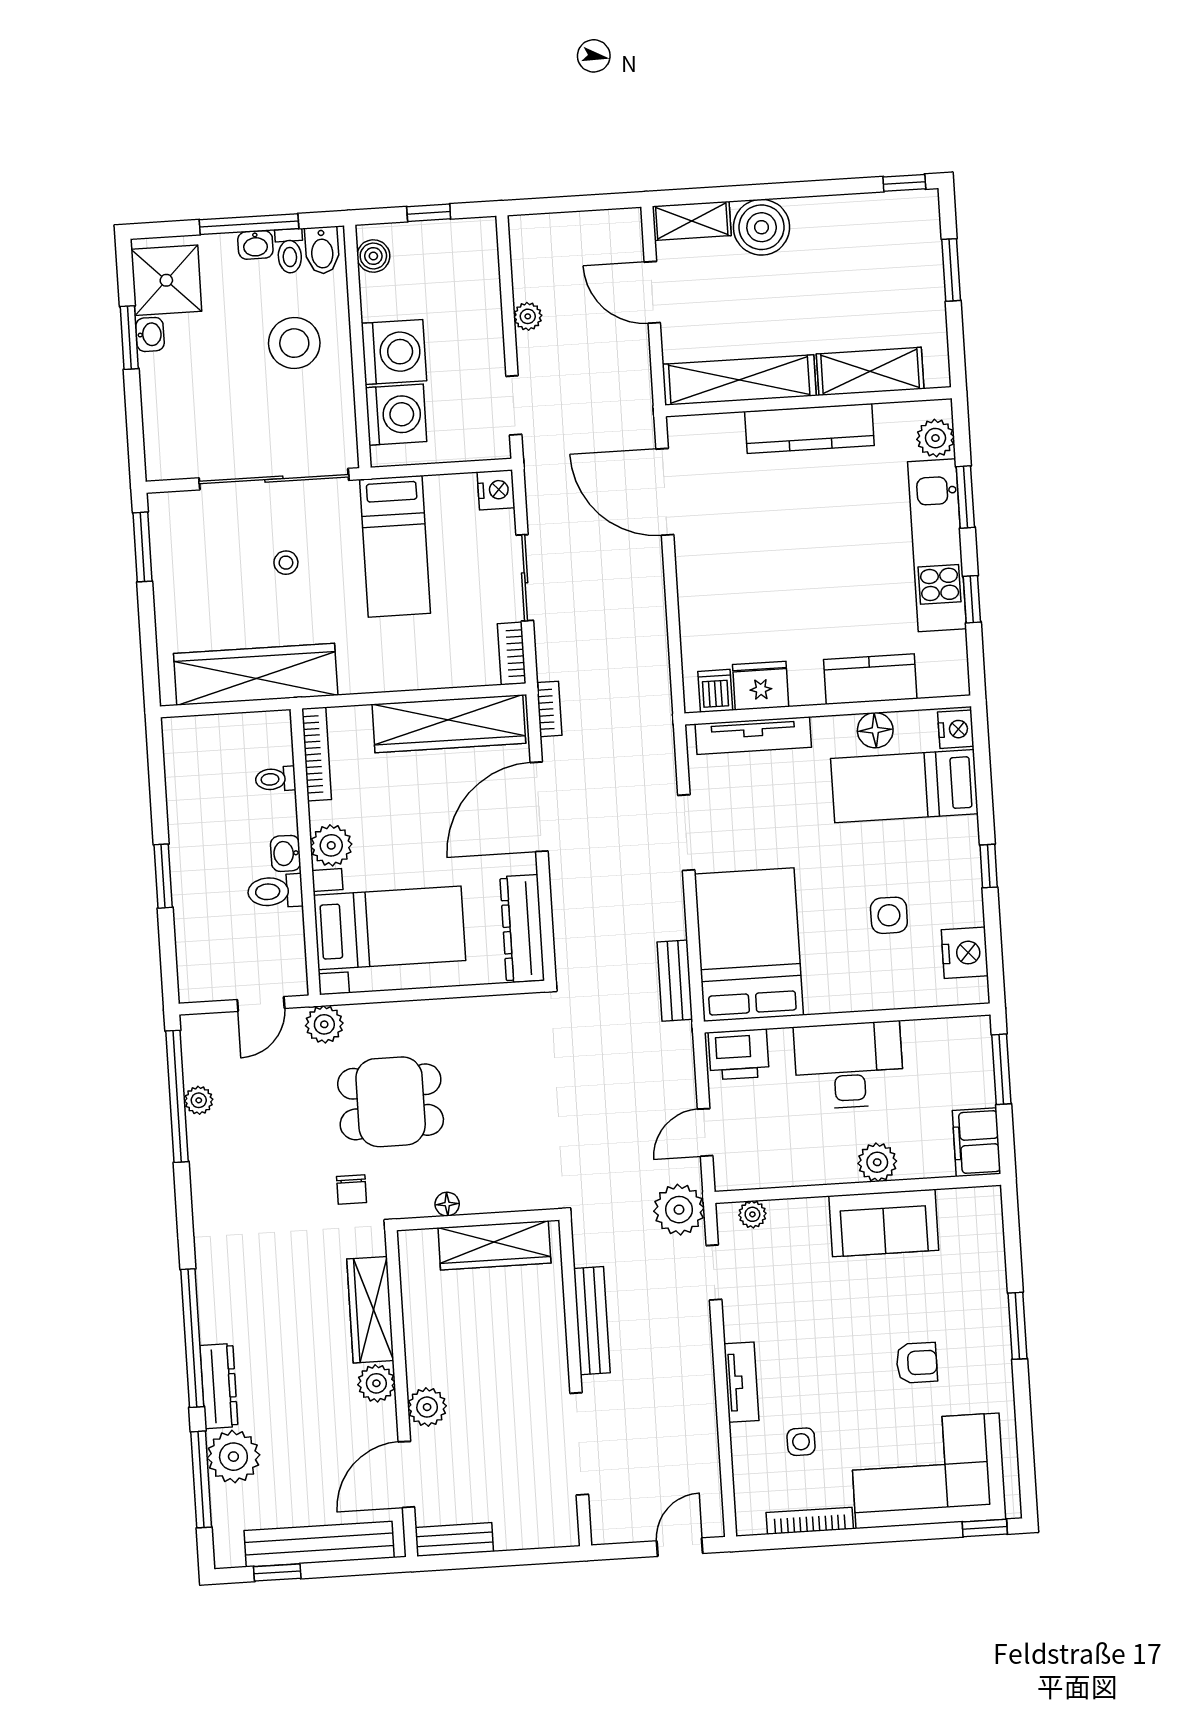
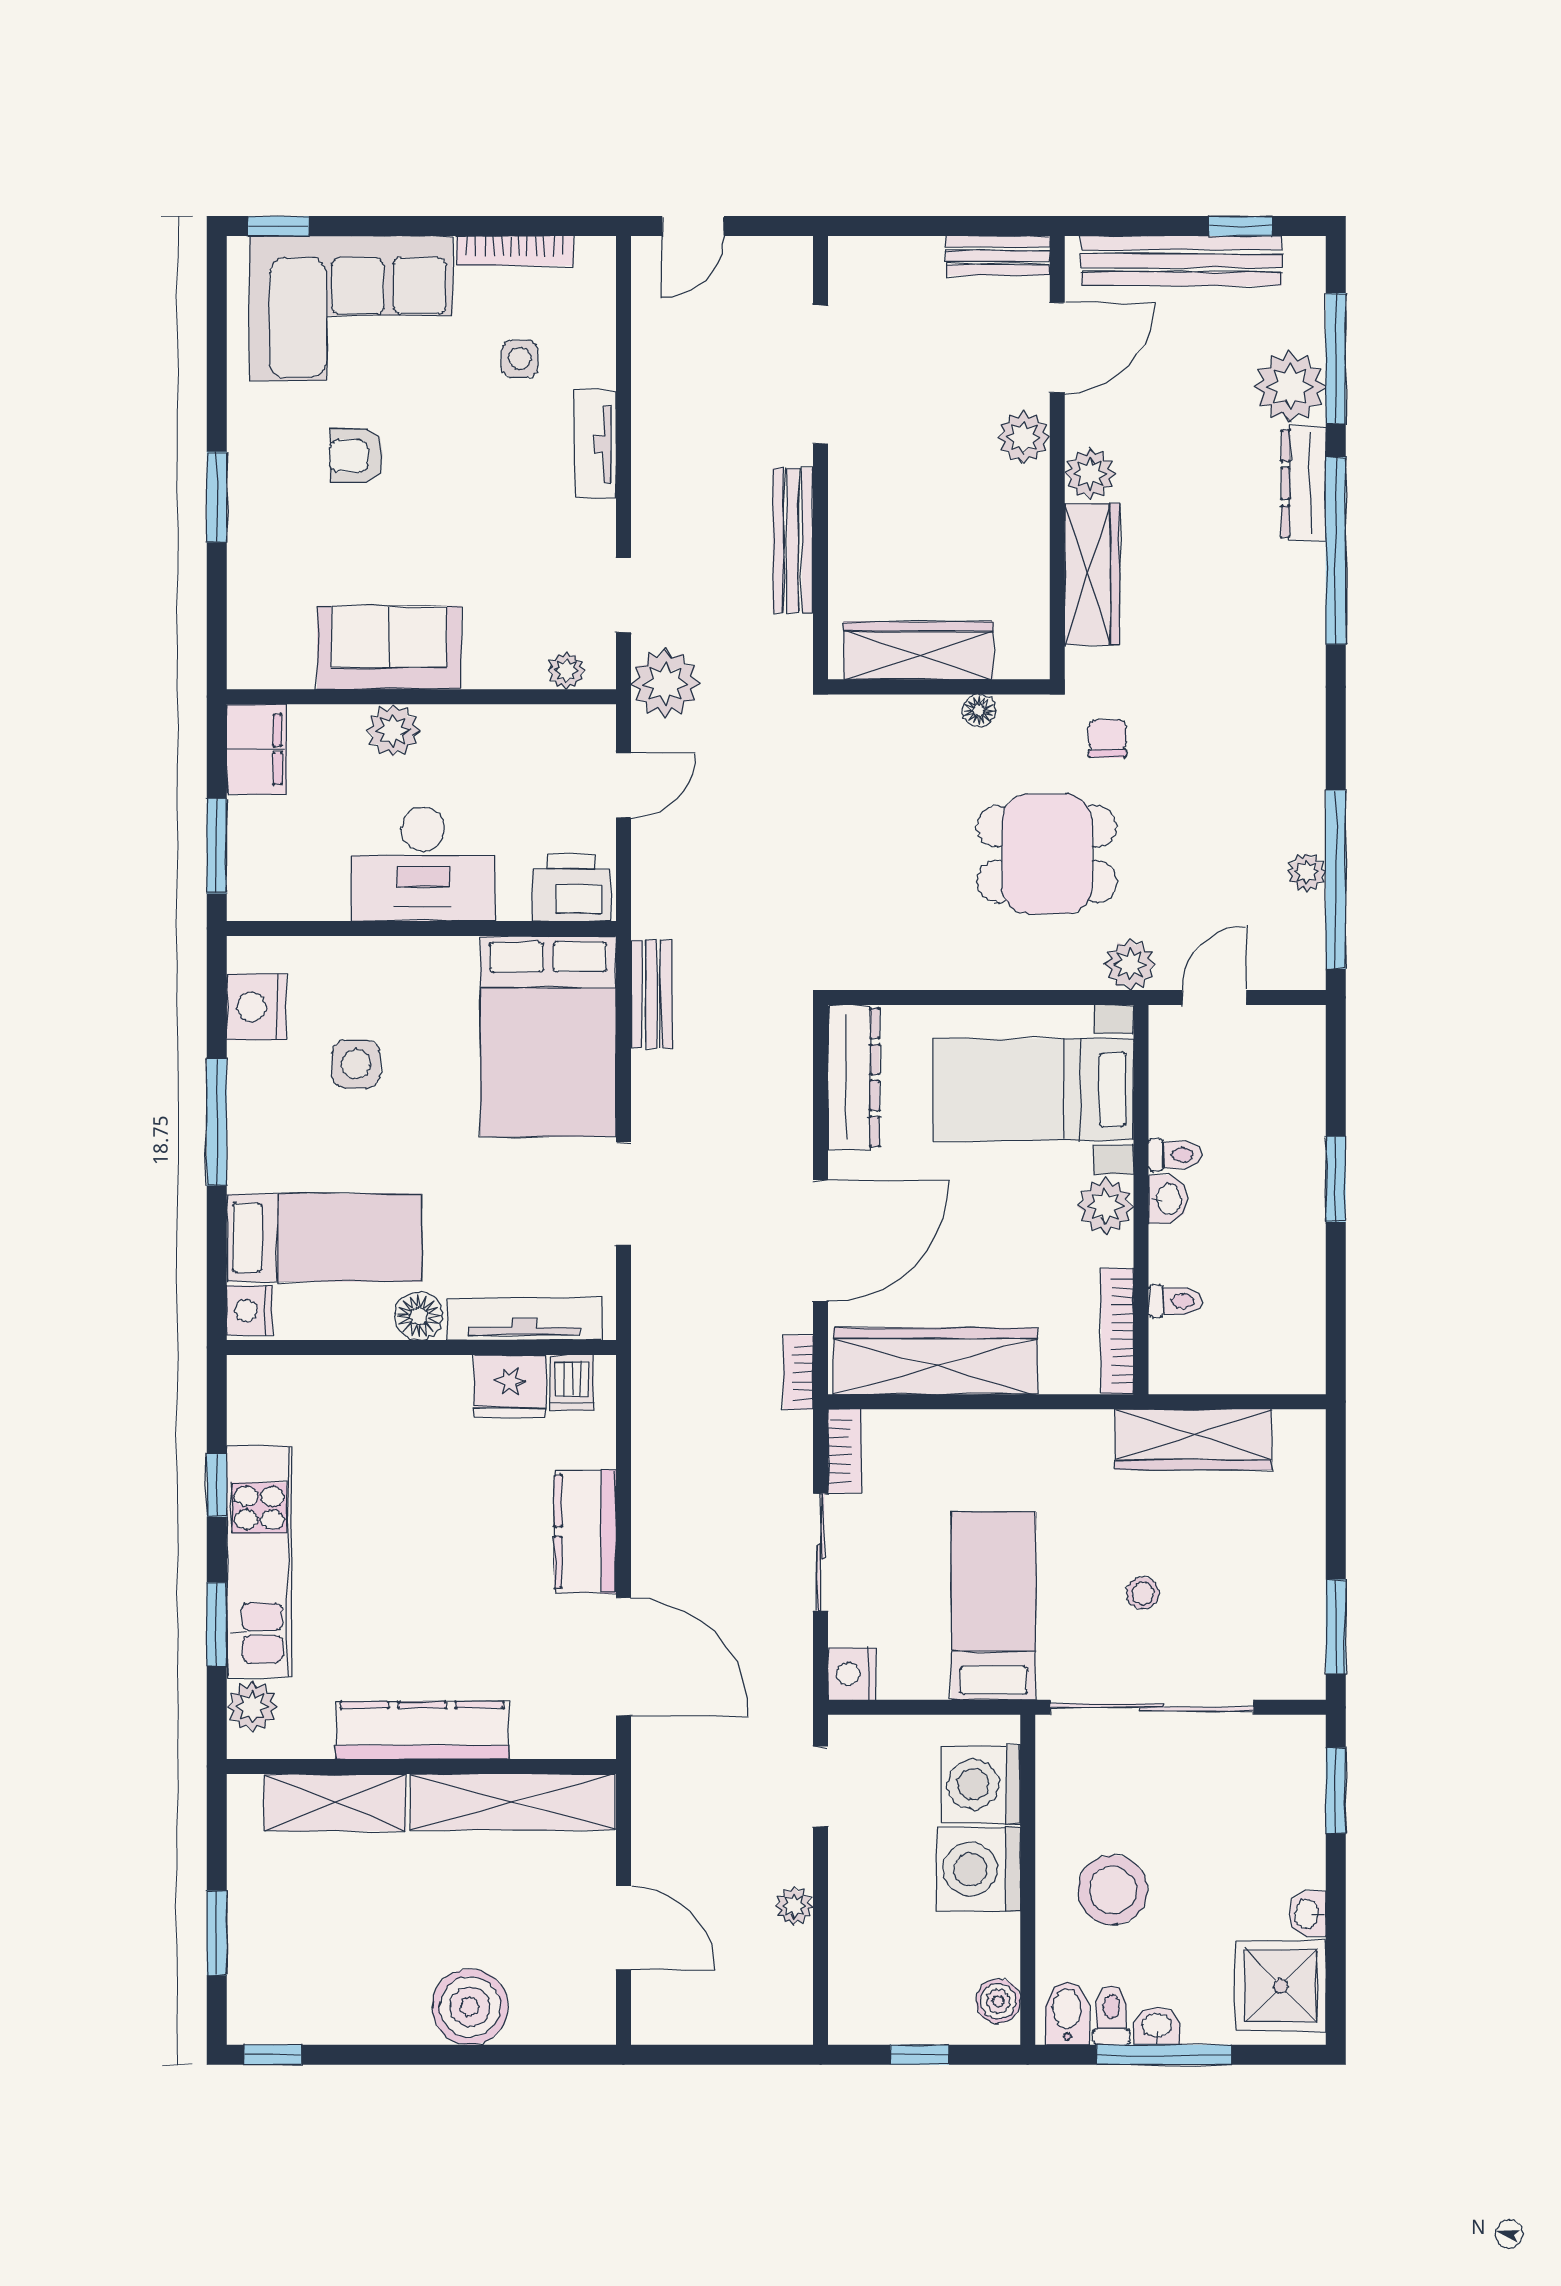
shelving: (692, 221) -> (564, 2022), removed
window: (129, 338) -> (1336, 1790), moved
wardrobe: (256, 674) -> (1193, 1439), width x0.71, depth x0.85
kitchen counter: (870, 679) -> (585, 1532), moved, turned 90
floor lamp: (875, 730) -> (419, 1316), moved
window: (989, 866) -> (217, 1122), width x2.17
toilet: (275, 891) -> (1175, 1155), width x0.73, depth x0.72

